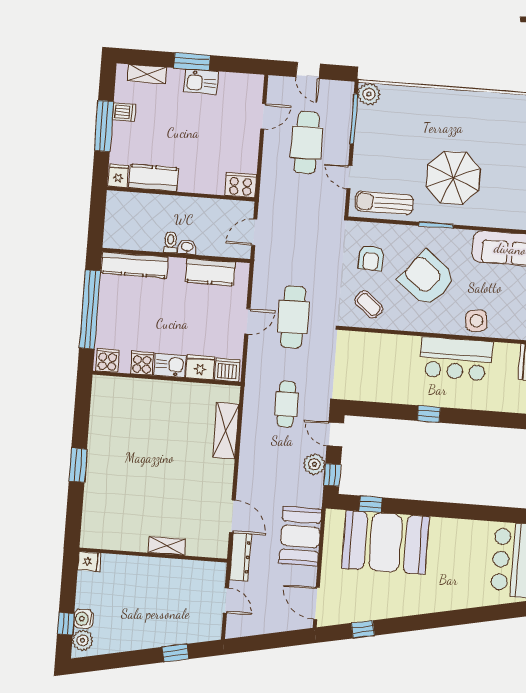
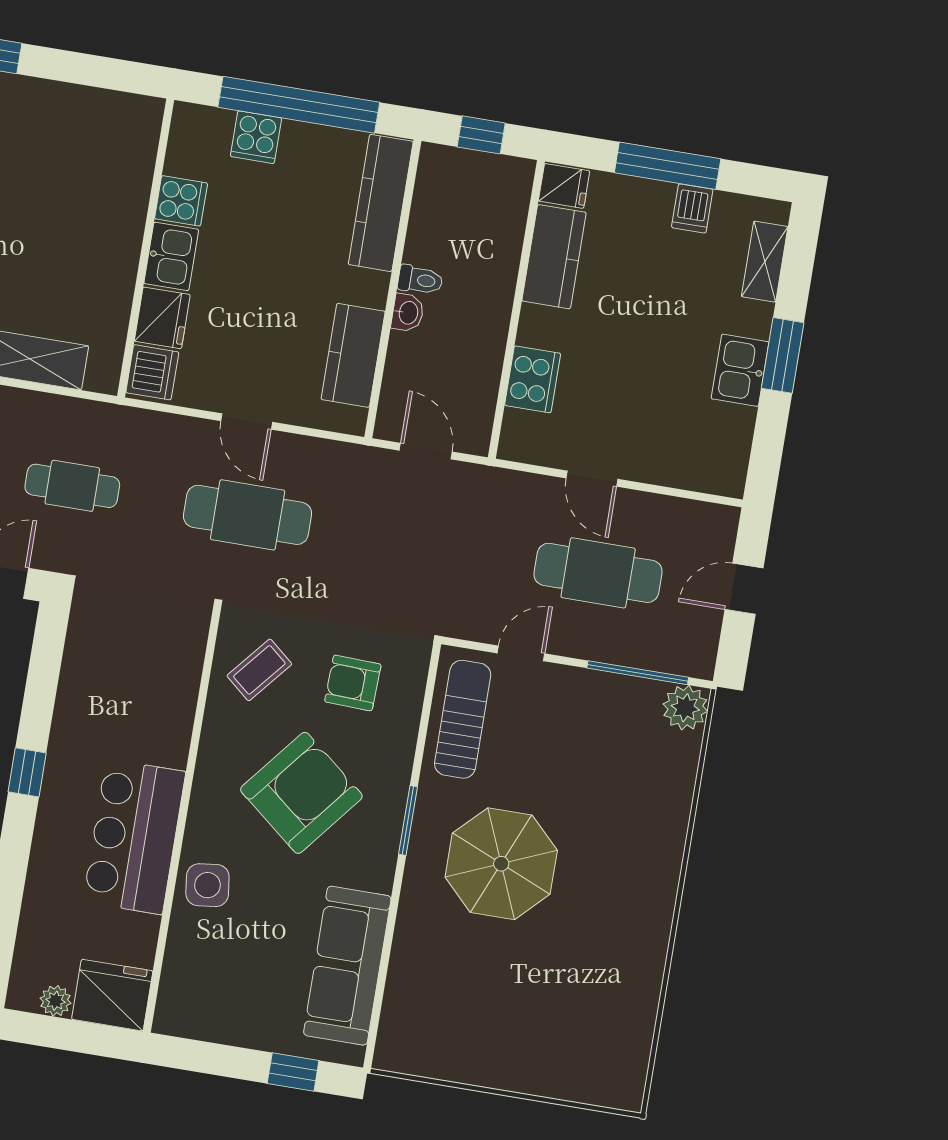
door: (263, 116) -> (592, 479), moved
cooker: (241, 185) -> (533, 379), moved
window: (97, 219) -> (481, 135), added
cooker: (107, 360) -> (256, 137), moved, turned 90

